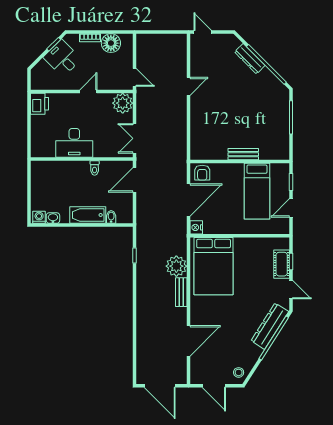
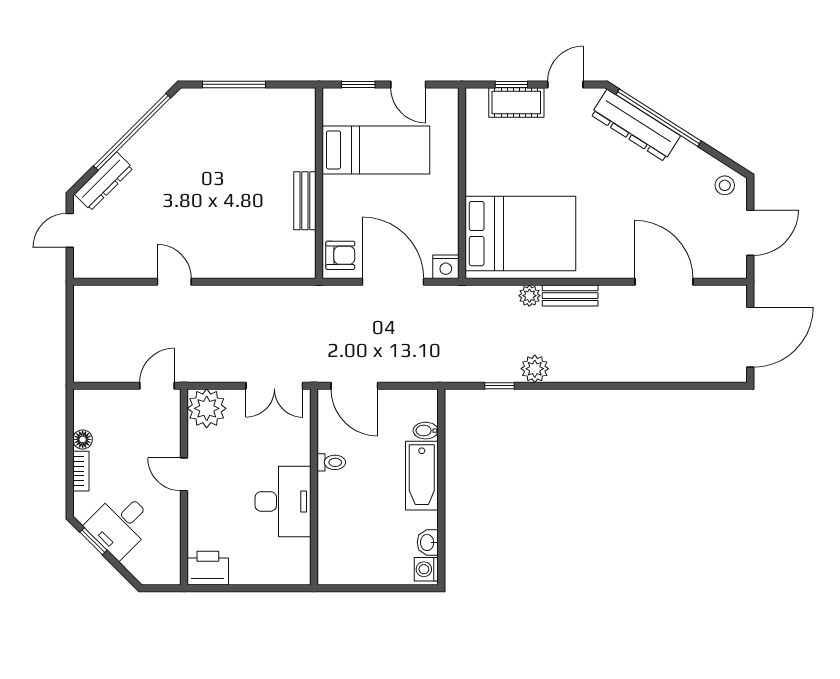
door: (203, 32) -> (70, 230), moved
floor lamp: (111, 43) -> (83, 439), width x0.53, depth x0.53
dresser: (250, 59) -> (104, 181), moved
bench: (243, 154) -> (305, 201), moved
plant: (176, 266) -> (529, 296), width x0.53, depth x0.53
plant: (143, 274) -> (535, 369), added

